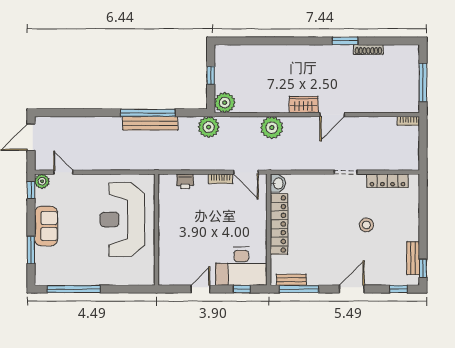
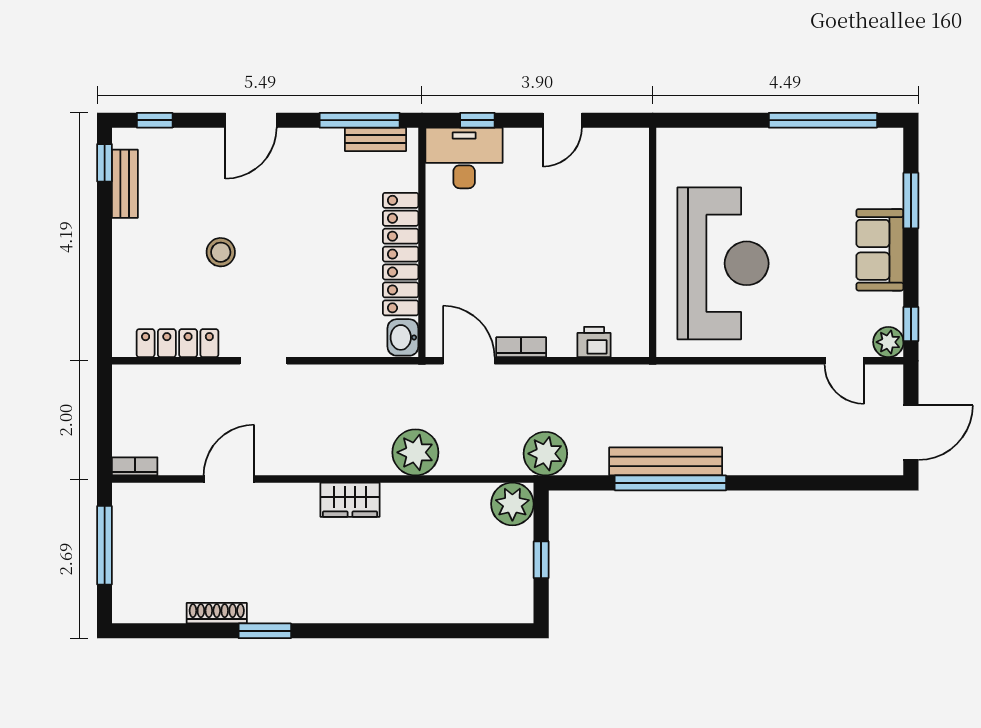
door: (332, 115) -> (229, 479), moved
desk: (241, 266) -> (464, 158), width x0.73, depth x0.77

